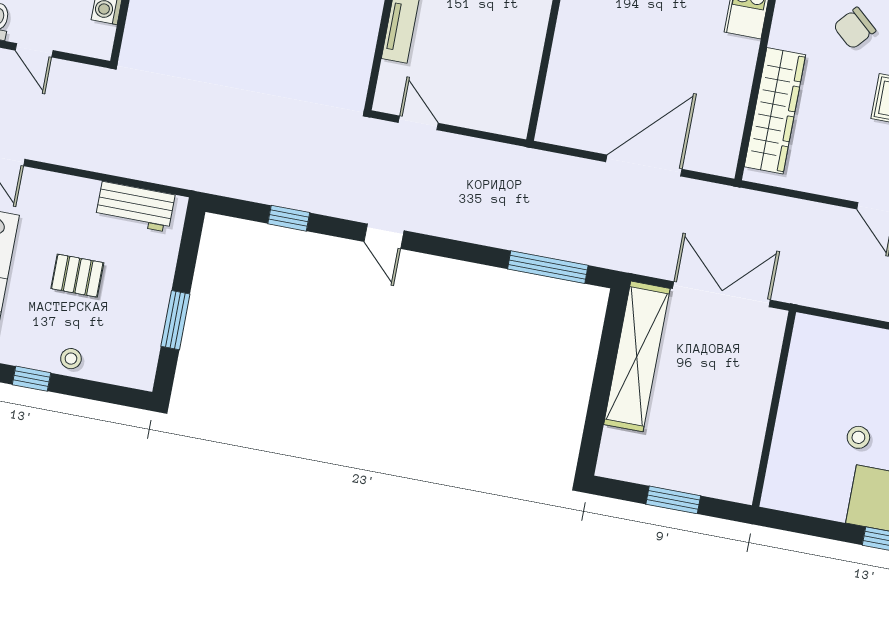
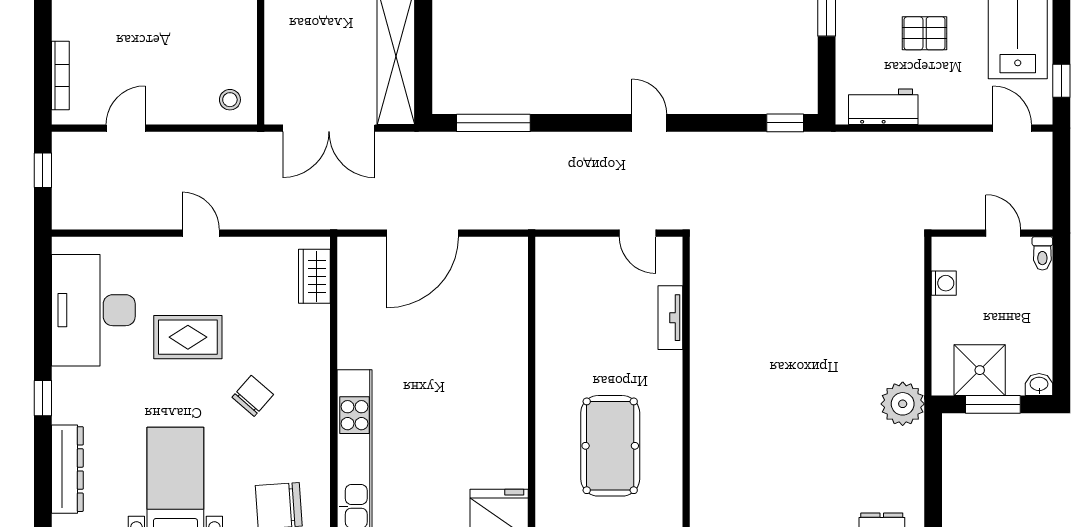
wardrobe: (775, 111) -> (314, 276), width x0.48, depth x0.85
window: (289, 218) -> (785, 123), moved
stool: (858, 437) -> (230, 100), moved

